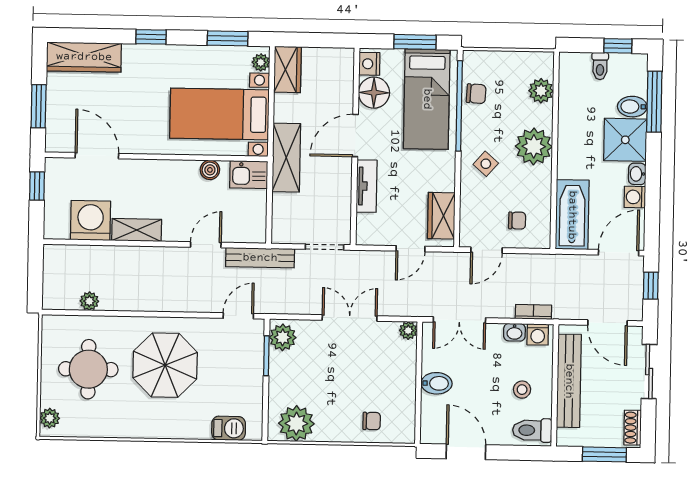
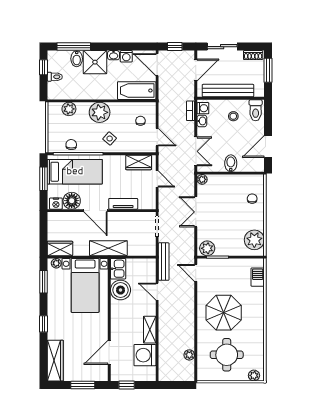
boiler: (210, 170) -> (120, 290), width x1.86, depth x1.86

